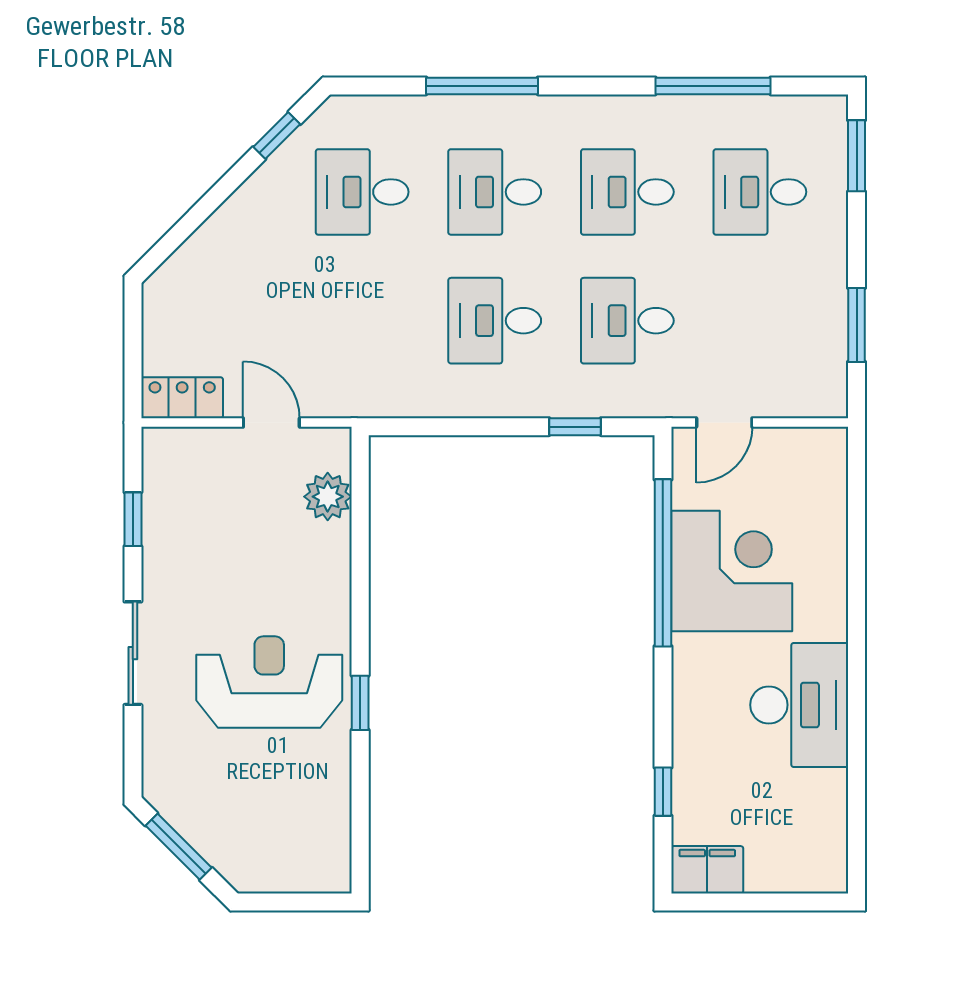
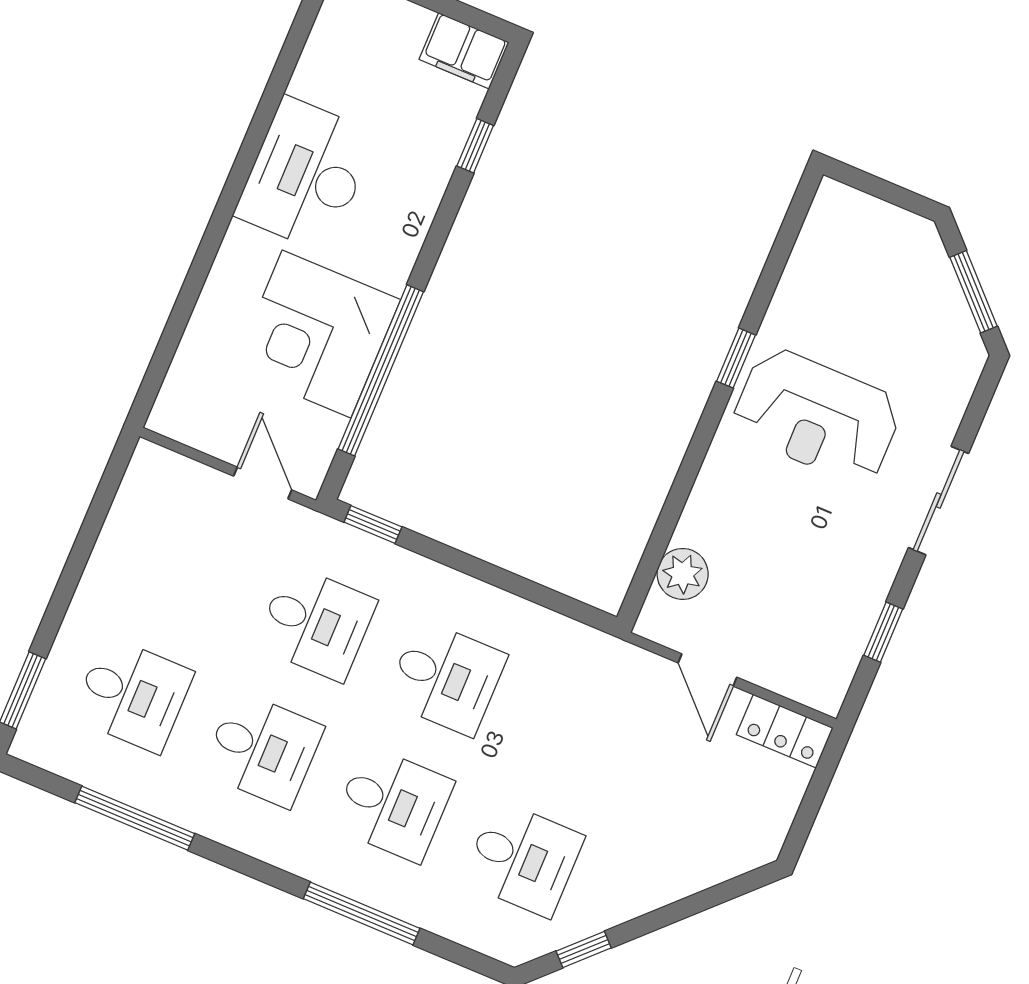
window: (857, 325) -> (93, 524), removed
door: (724, 422) -> (263, 483), hinge flipped
window: (575, 427) -> (373, 524), moved

